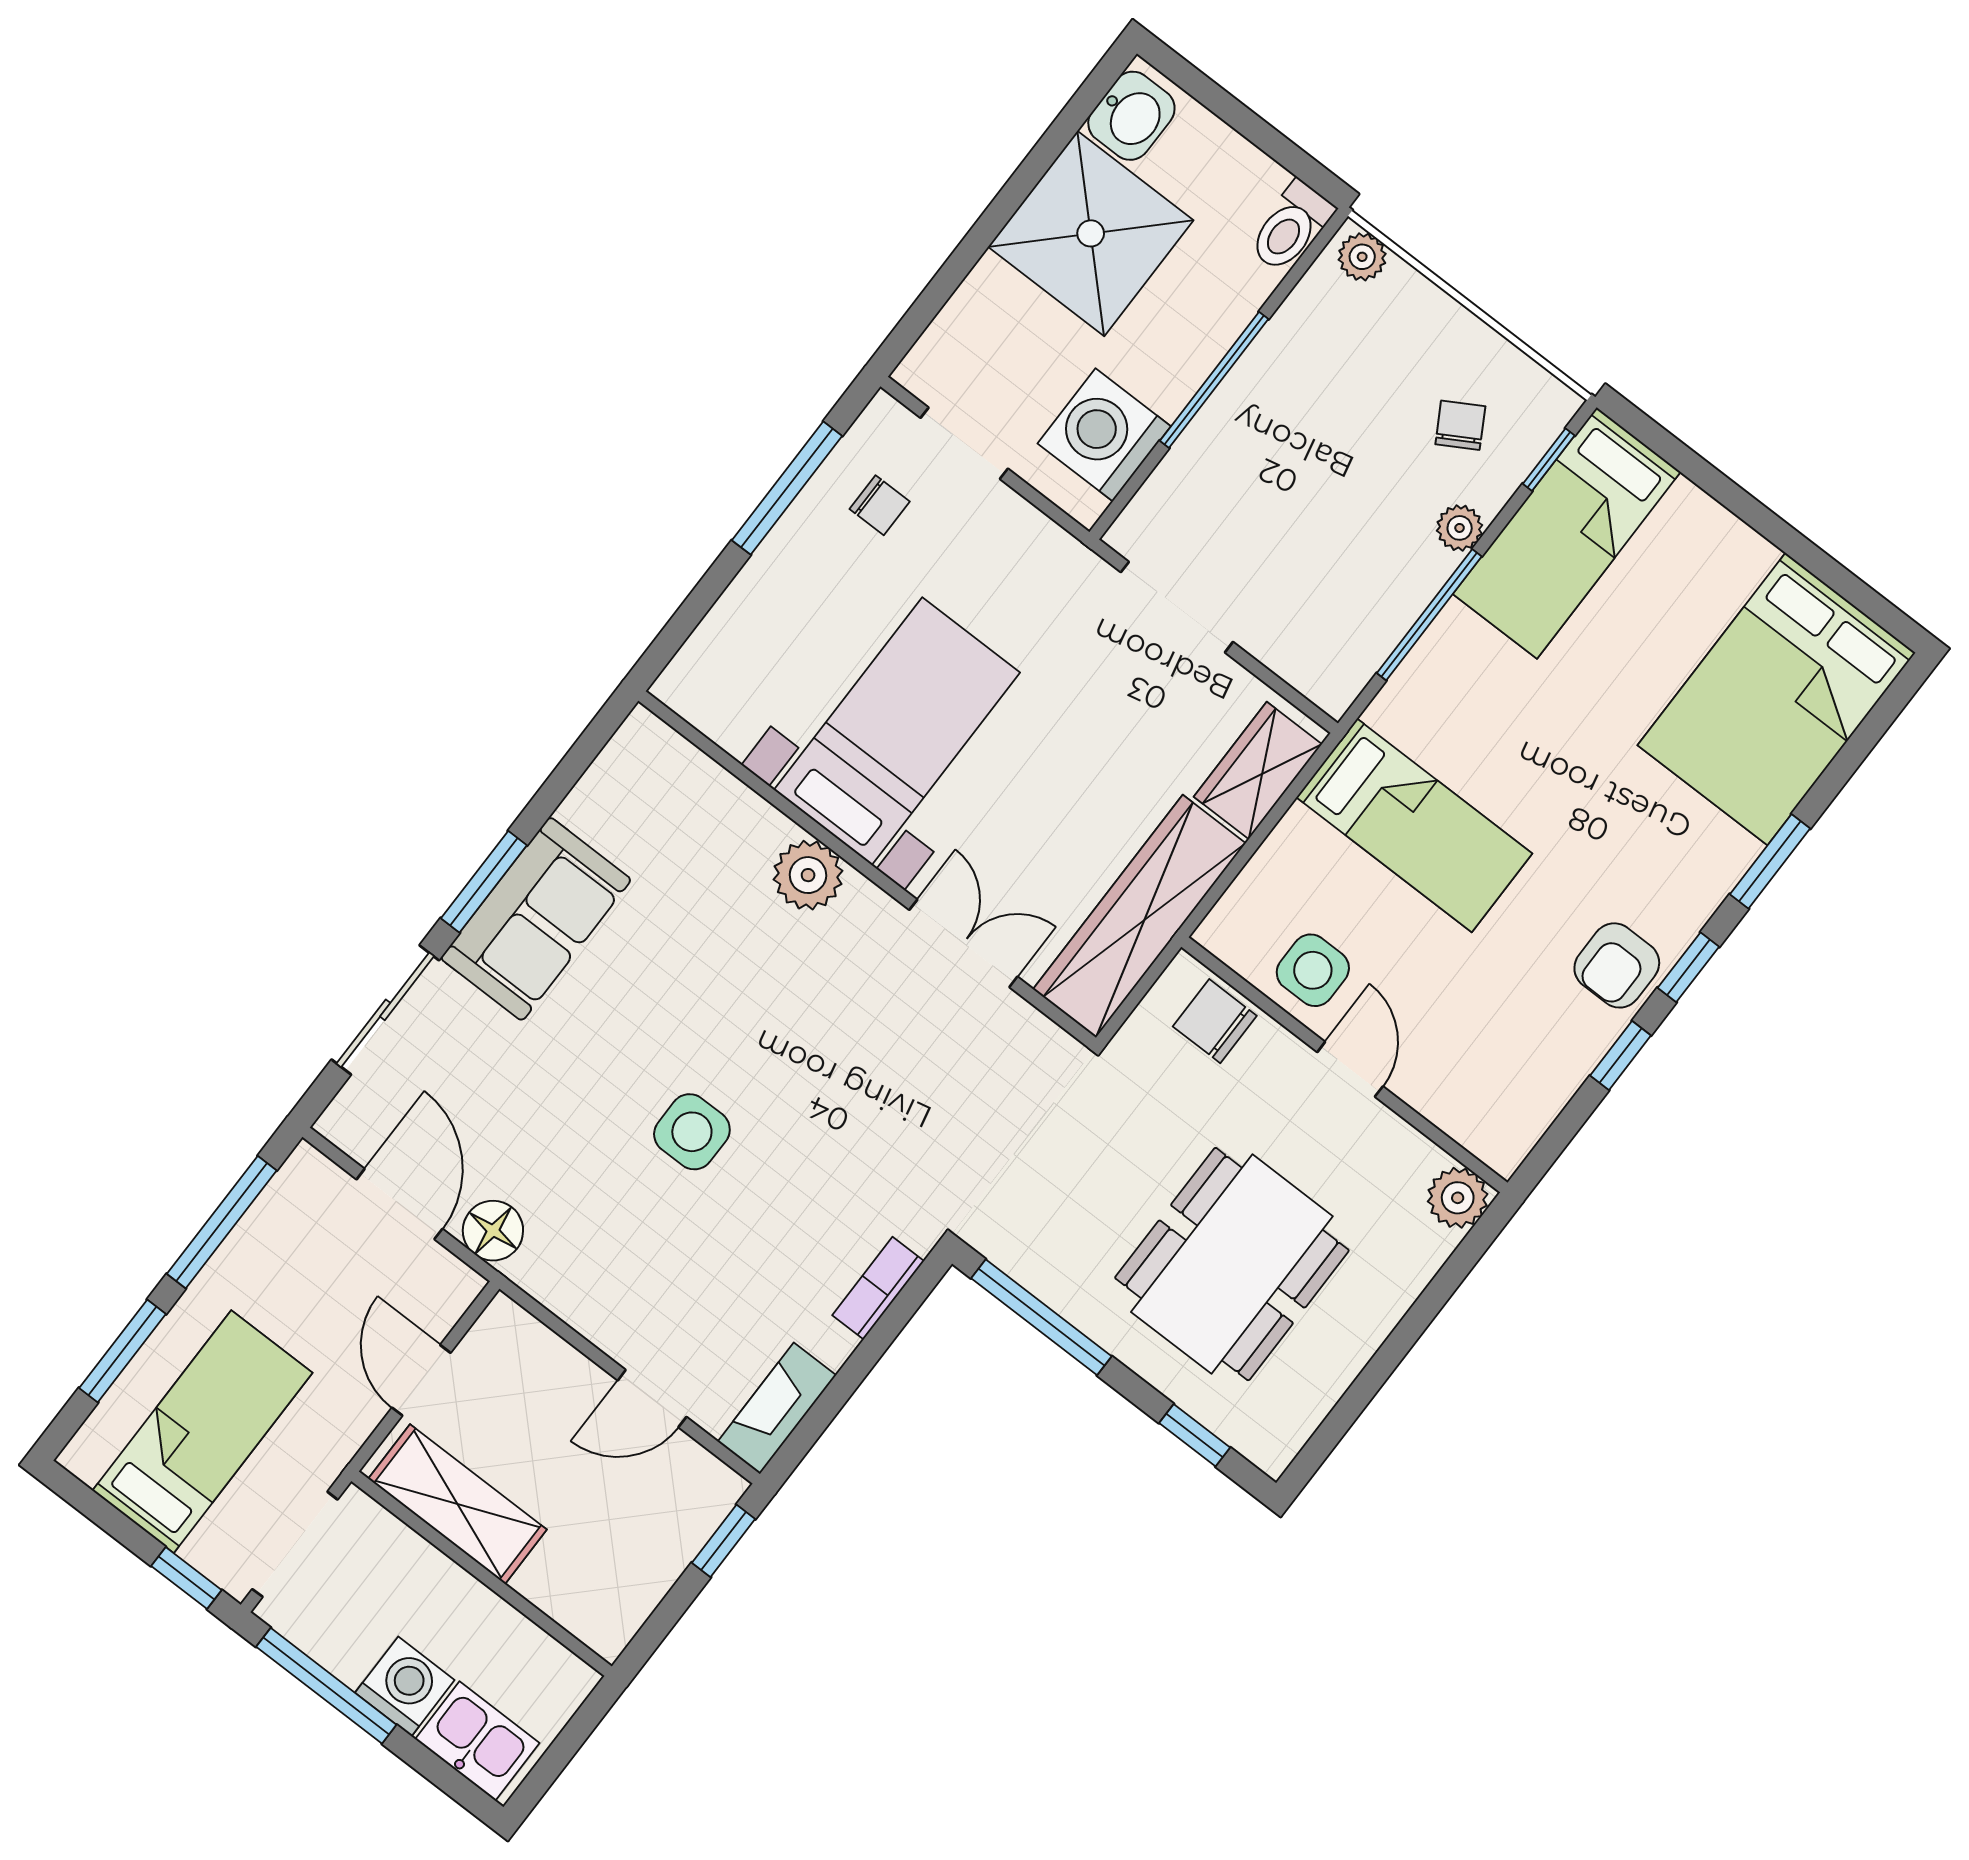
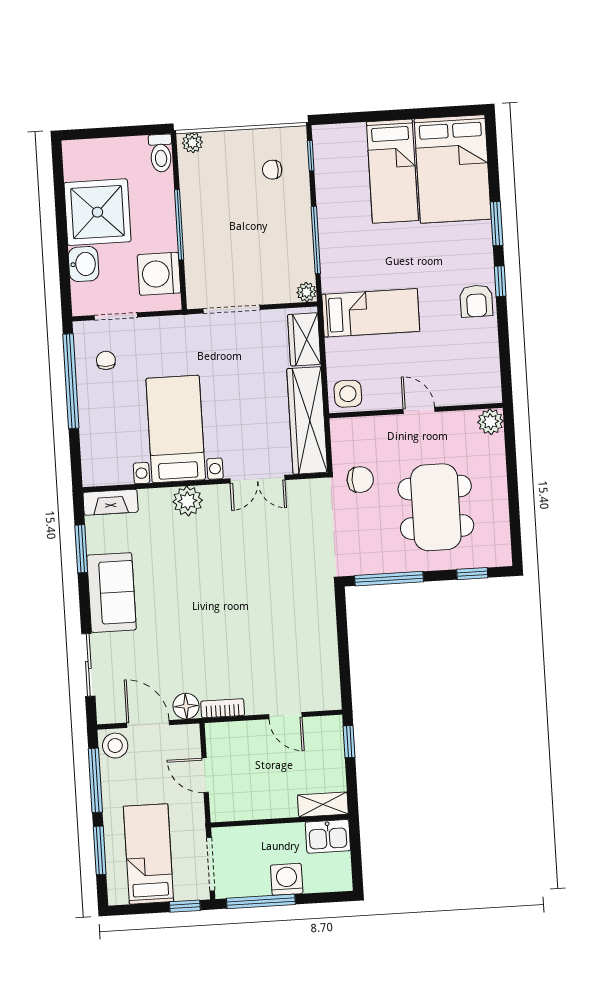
washbasin: (1131, 116) -> (84, 264), moved
chair: (1460, 425) -> (272, 170), turned -60
window: (787, 488) -> (71, 381), width x1.46
chair: (880, 505) -> (106, 360), turned -90
plant: (1460, 528) -> (306, 292), moved
bed: (1567, 533) -> (392, 171), moved
window: (484, 882) -> (81, 549), moved
double door: (963, 943) -> (257, 479), swing flipped
side table: (1313, 970) -> (348, 394), moved
chair: (1215, 1021) -> (360, 480), moved, turned 180
window: (1621, 1055) -> (503, 329), removed
side table: (692, 1132) -> (223, 617), removed
stool: (309, 1192) -> (115, 746), added
bookcase: (878, 1288) -> (223, 708), moved, turned 90
door: (652, 1399) -> (285, 716), hinge flipped
fireplace: (777, 1408) -> (111, 502), moved, turned -90
shelving: (457, 1504) -> (323, 805), moved, width x0.67, depth x0.75
kitchen sink: (477, 1741) -> (328, 836), moved, turned 180

